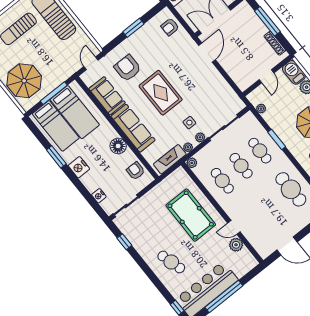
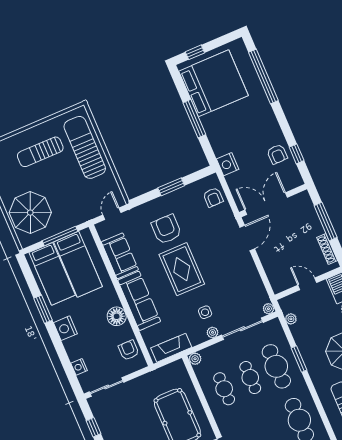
armchair: (170, 27) -> (213, 197), turned -90
armchair: (127, 68) -> (166, 229), moved
door: (266, 76) -> (307, 284), swing flipped
plant: (188, 147) -> (268, 309), moved
cafe table: (260, 151) -> (276, 366), width x1.37, depth x1.35

